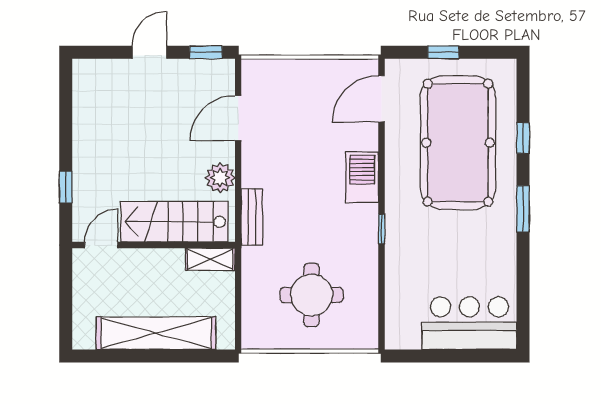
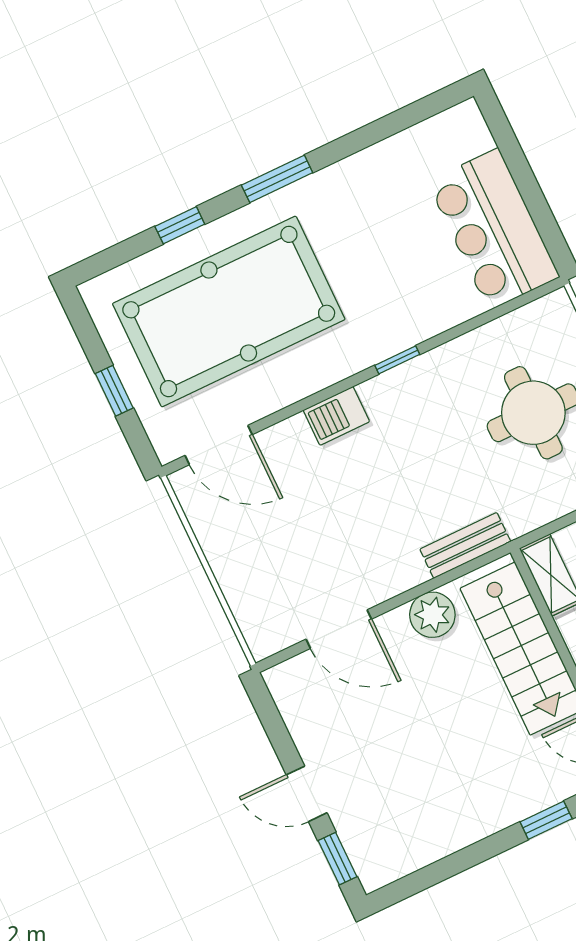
window: (206, 52) -> (337, 859), moved
barbecue: (362, 177) -> (336, 416), width x0.73, depth x0.79
bar counter: (469, 323) -> (493, 229), moved

